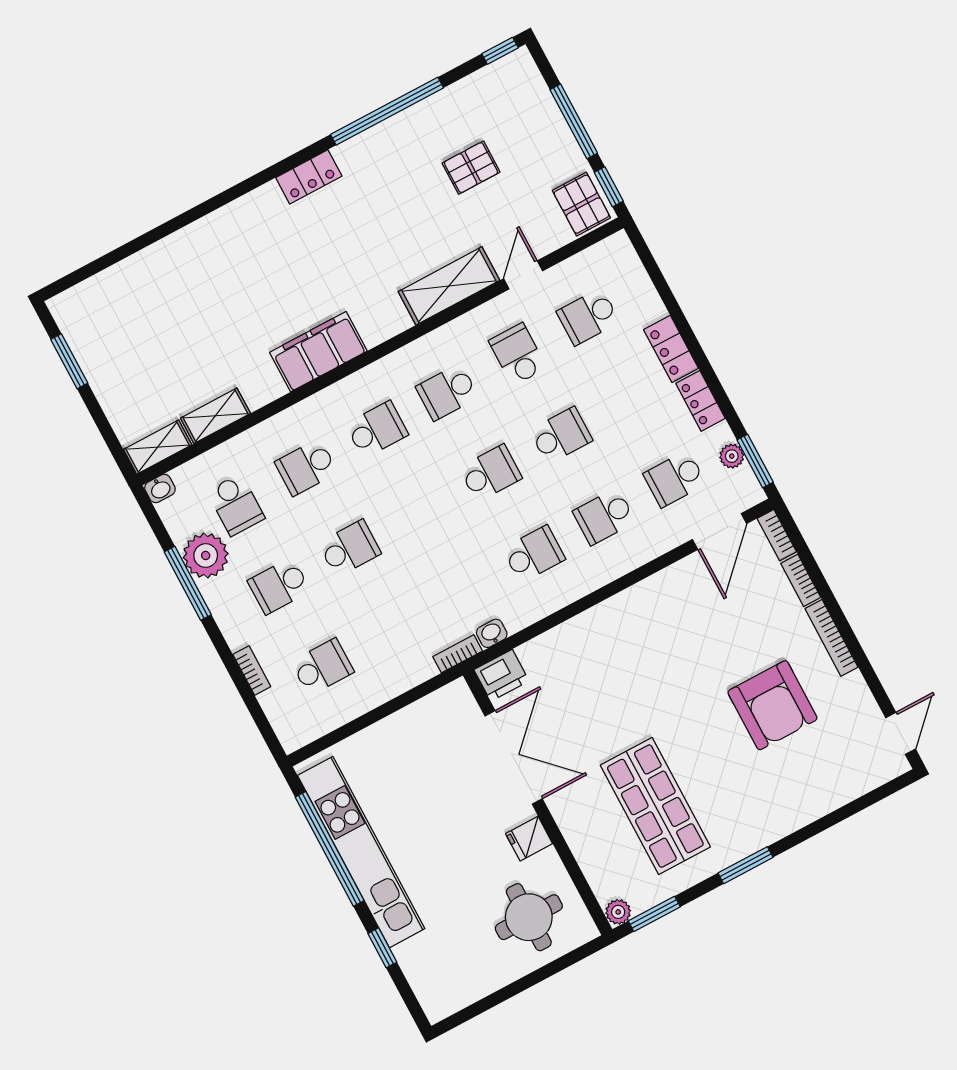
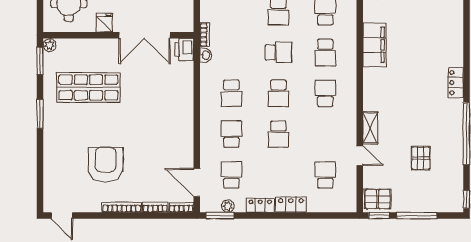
shelving: (449, 286) -> (370, 128), width x0.67, depth x0.75
school desk: (518, 354) -> (278, 52), moved
armchair: (772, 705) -> (106, 165), turned 90

